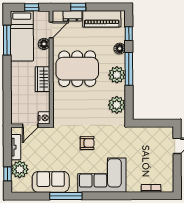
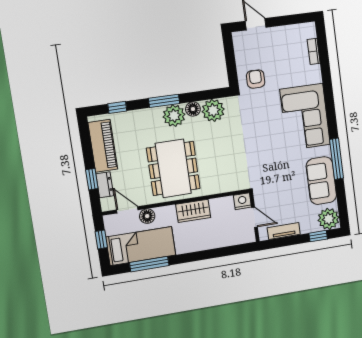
floor lamp: (120, 49) -> (193, 109), moved
window: (129, 69) -> (164, 101), width x0.69
armchair: (87, 143) -> (256, 79), moved
plant: (20, 169) -> (329, 219), moved

